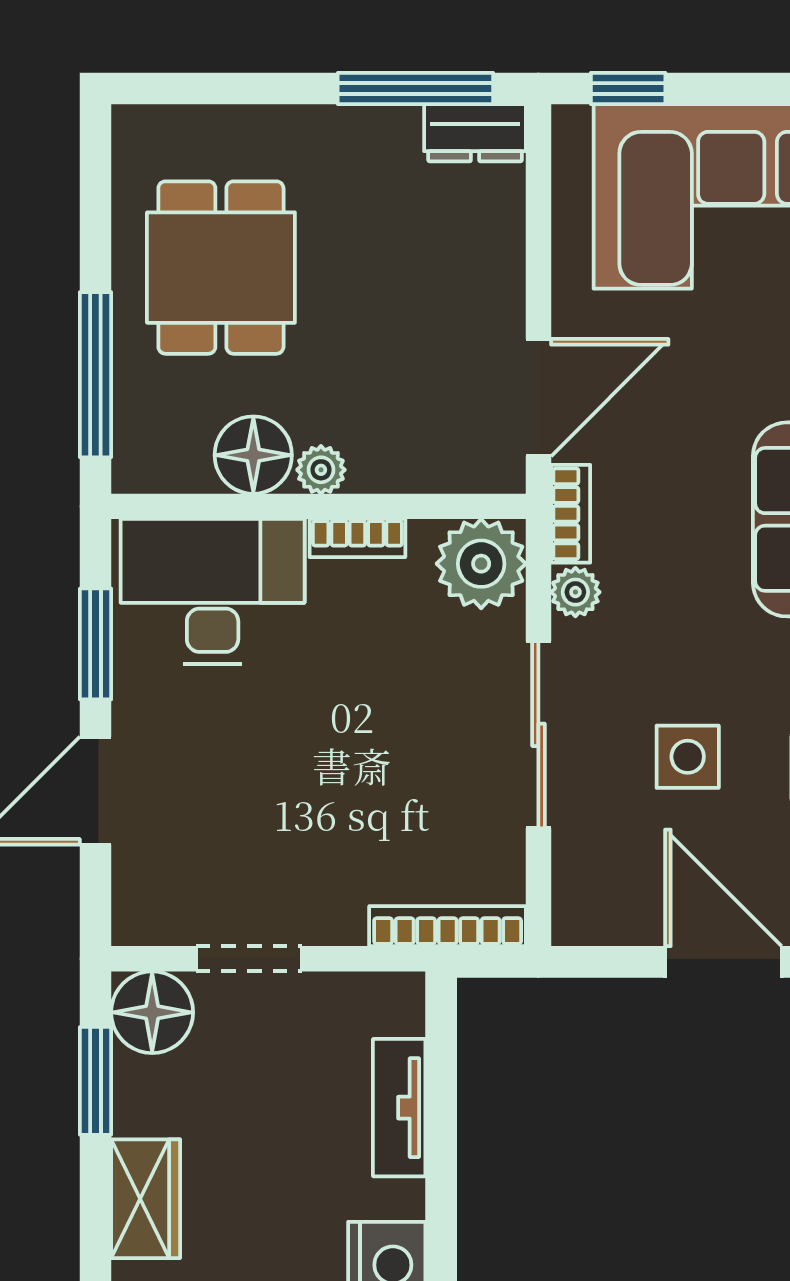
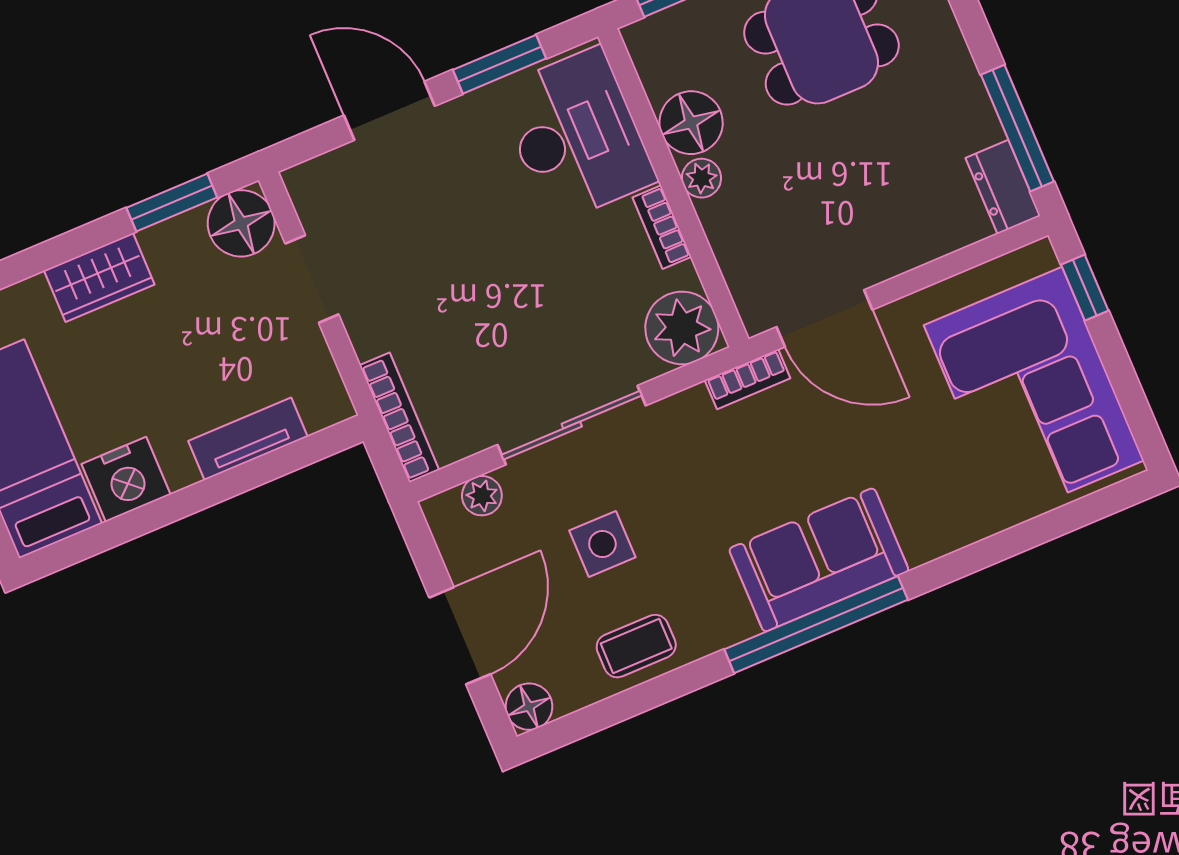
plant: (575, 592) -> (482, 496), moved

